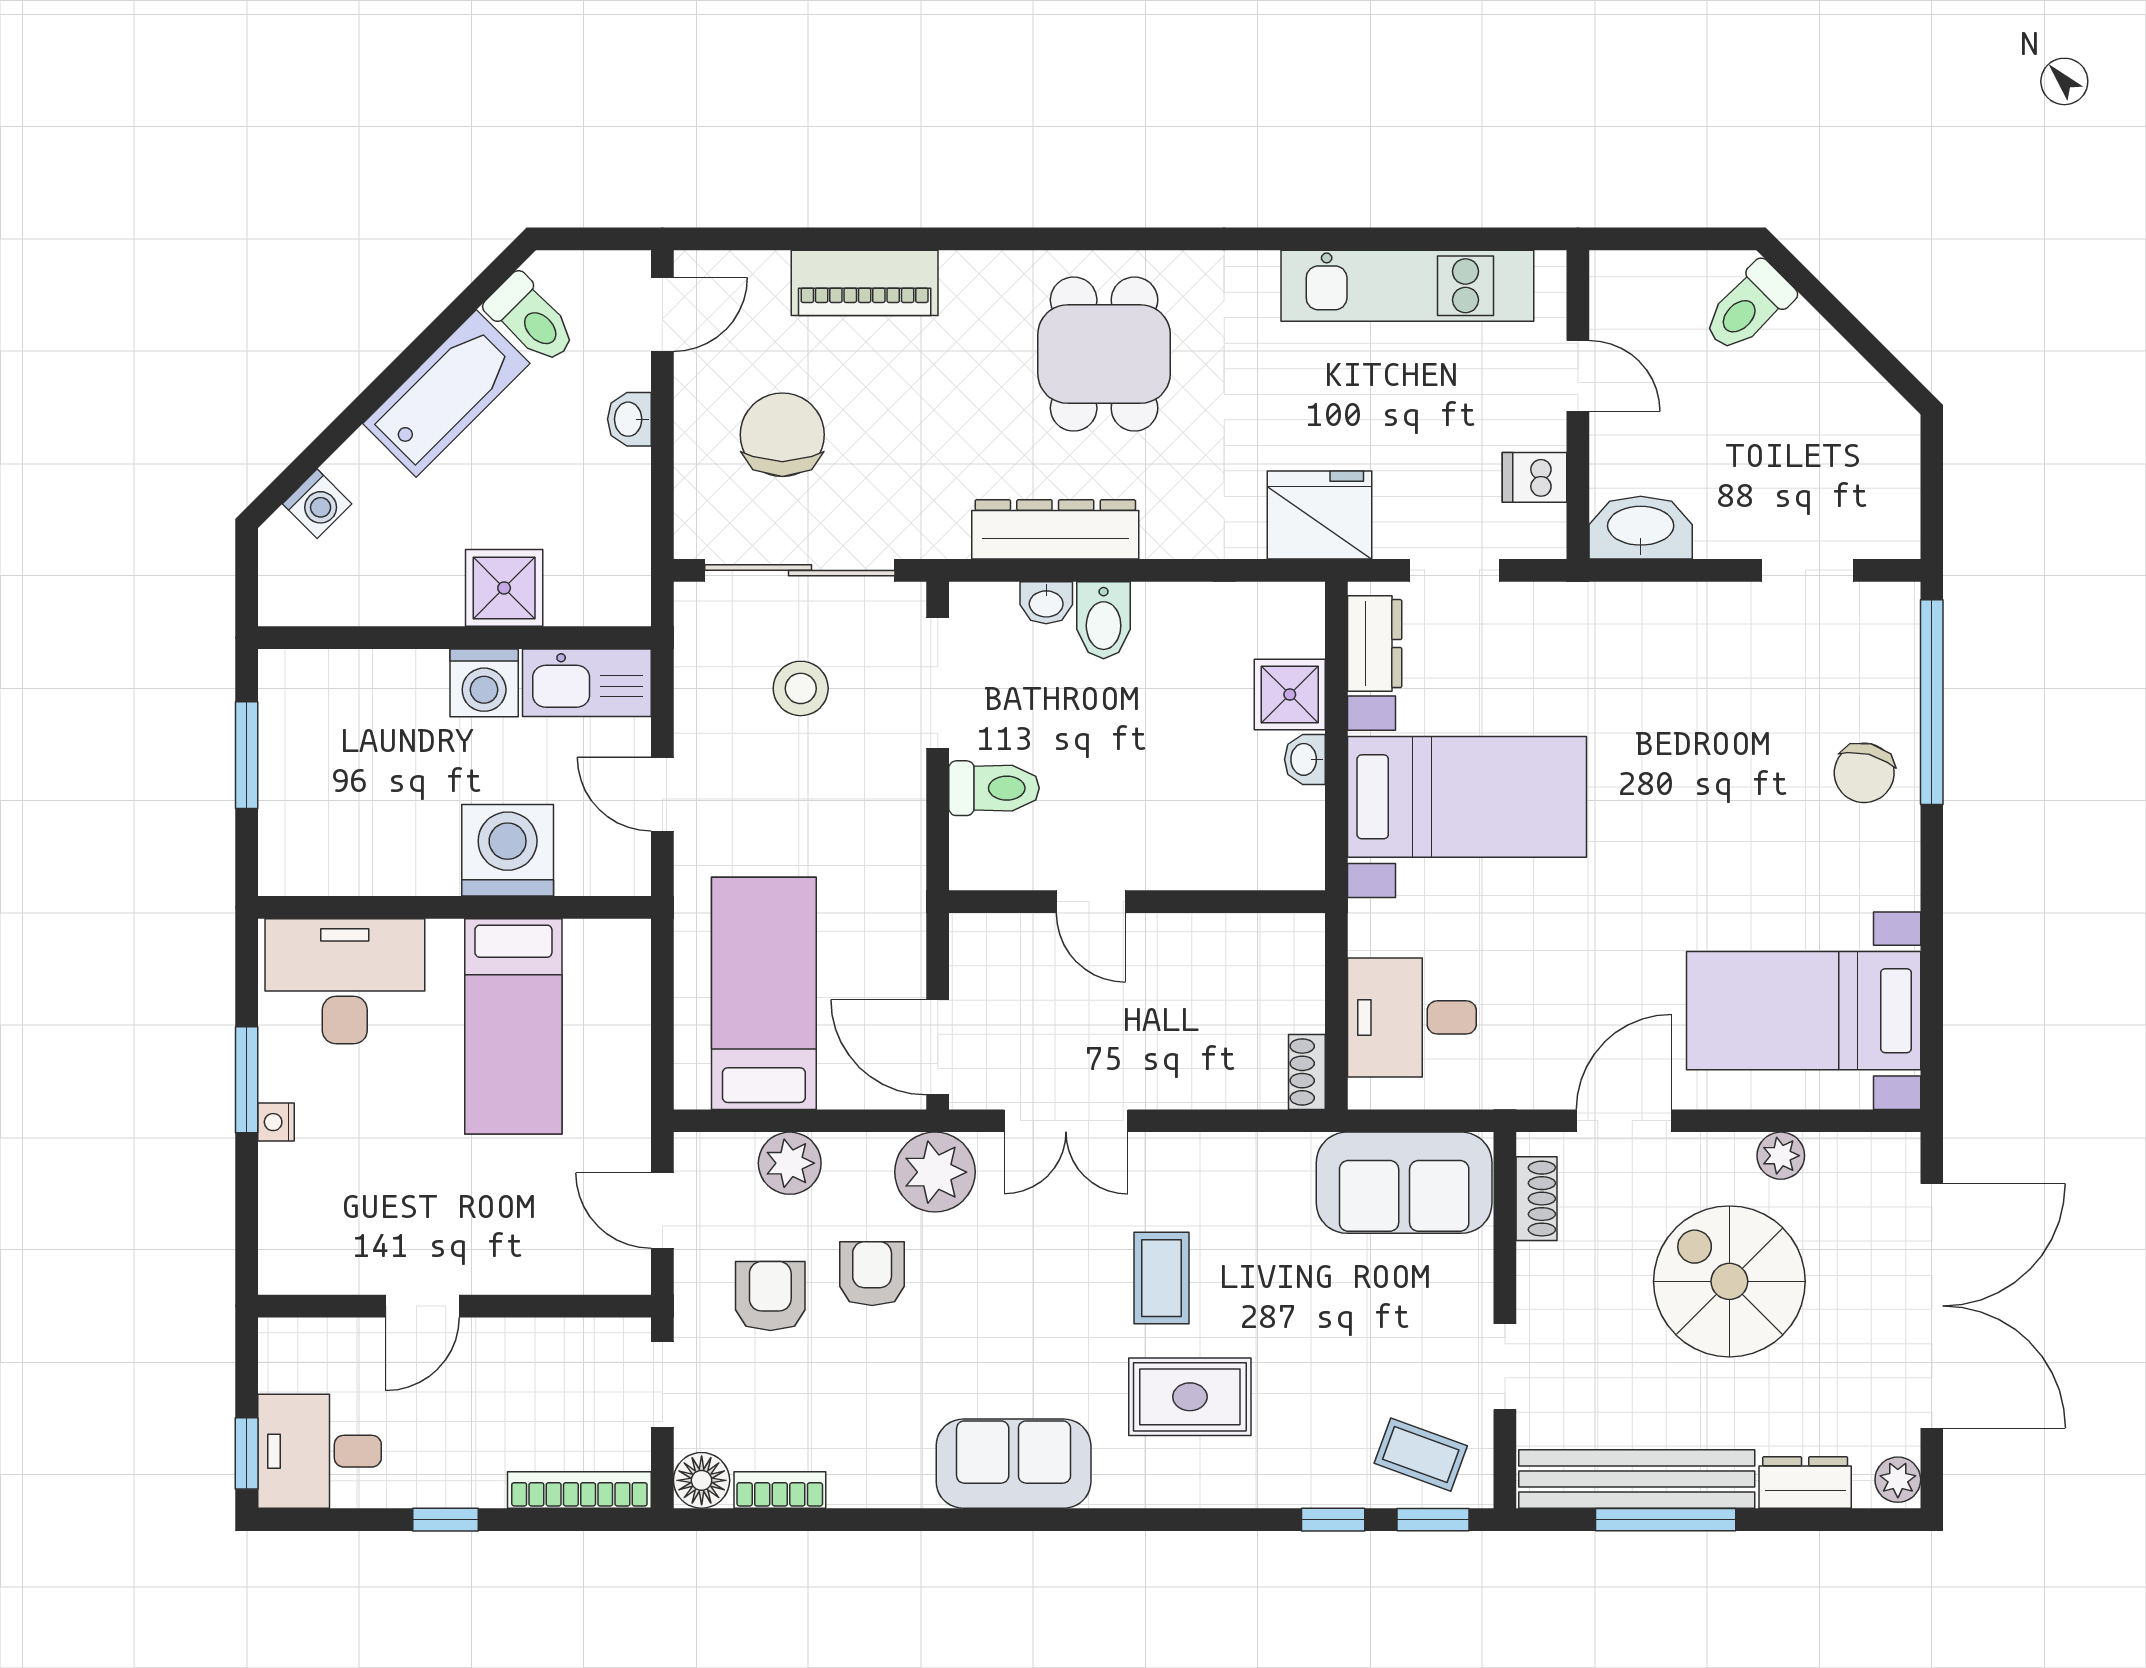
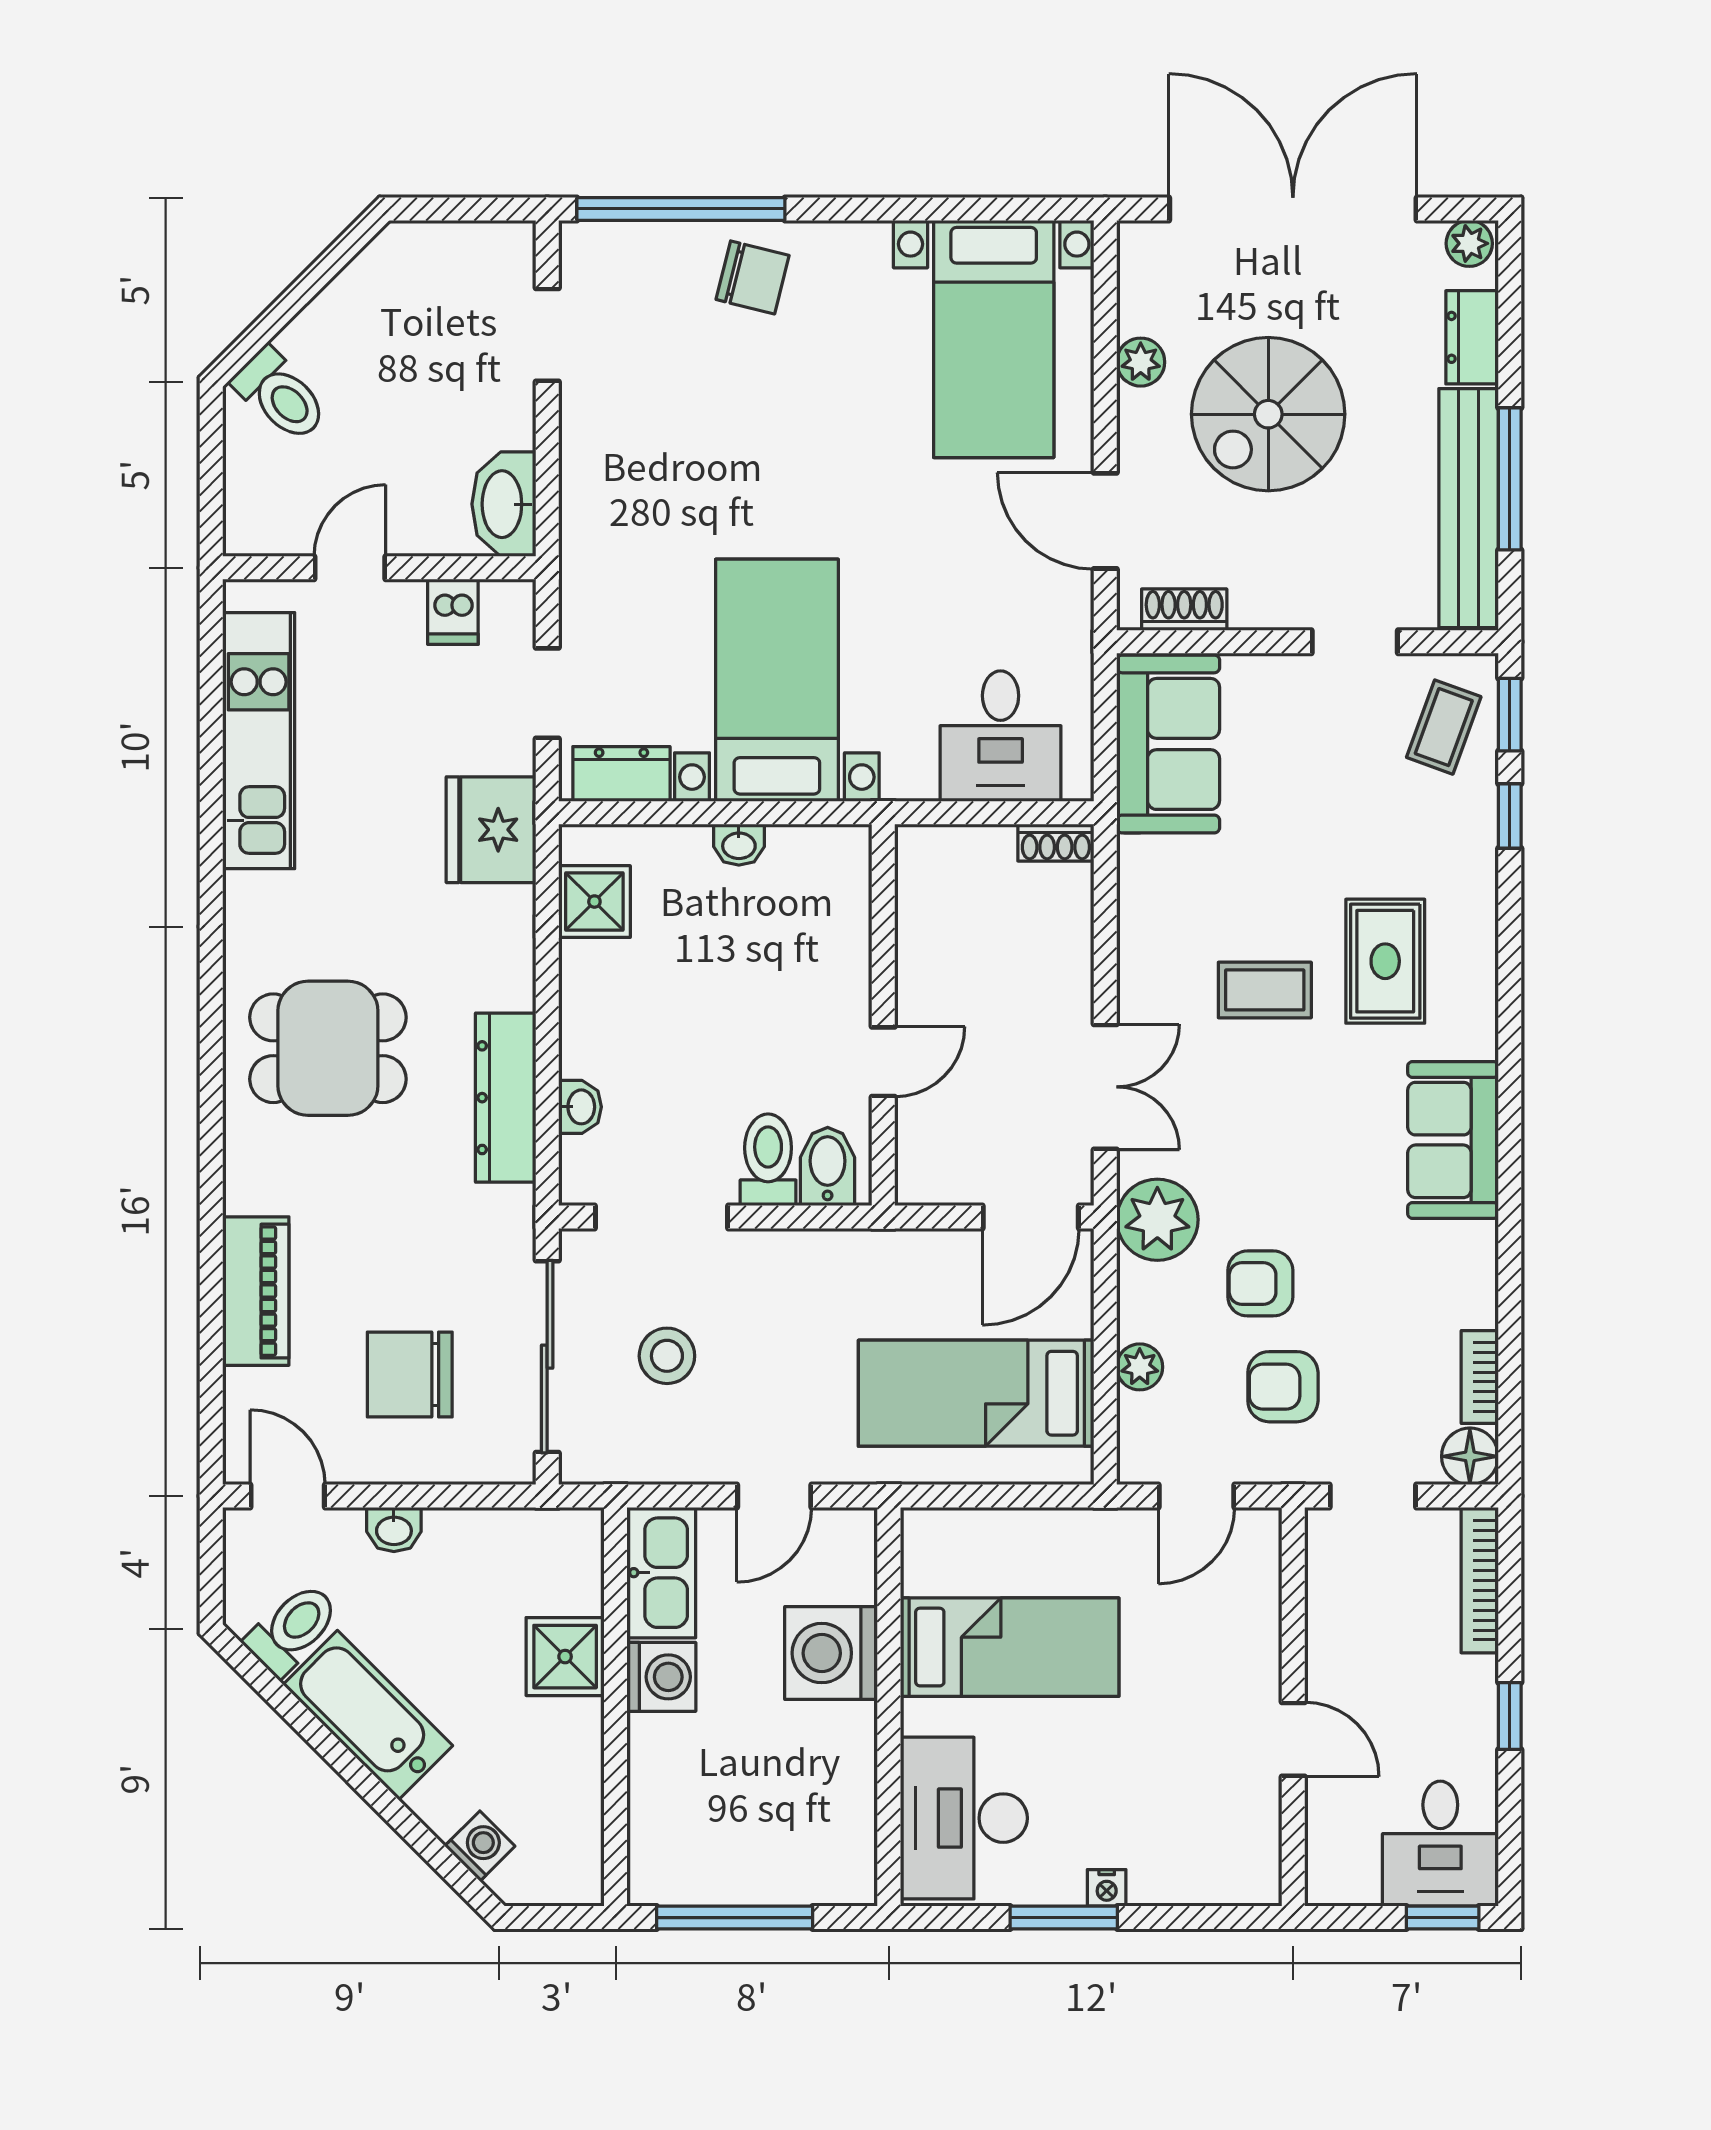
bidet: (1104, 620) -> (828, 1166), moved, turned -90
shower: (1290, 694) -> (594, 902), moved
window: (247, 755) -> (735, 1918), width x1.44
plant: (790, 1163) -> (1140, 1367), width x0.73, depth x0.73

